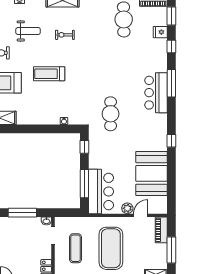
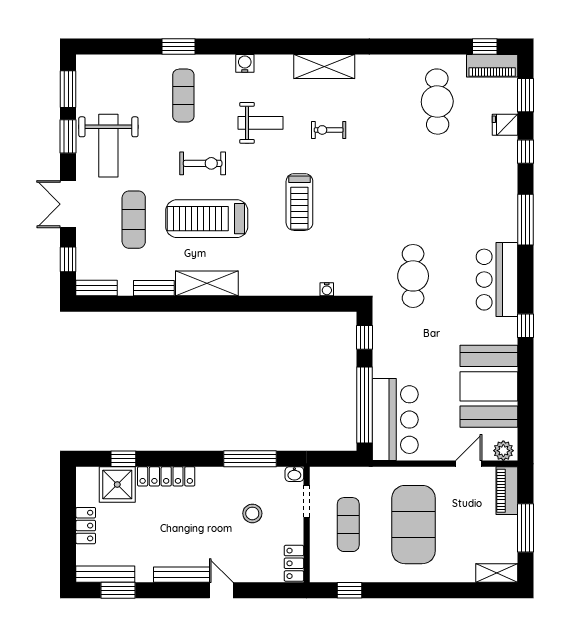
treadmill: (49, 74) -> (299, 202), turned -90
bar counter: (156, 93) -> (497, 280), moved
window: (84, 184) -> (364, 405), width x1.46
plant: (127, 208) -> (503, 451), moved
stool: (24, 242) -> (252, 513), added

